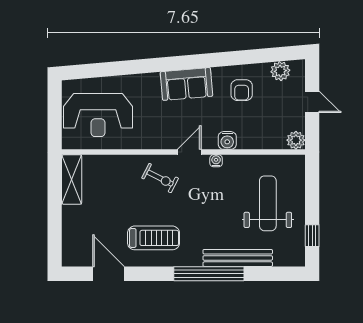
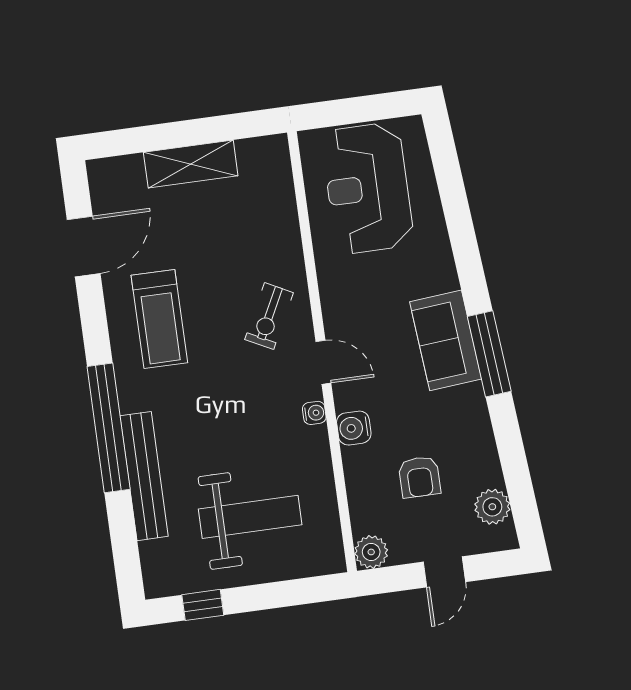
window: (197, 61) -> (489, 354), added
armchair: (242, 90) -> (419, 477), moved, turned -90
shelving: (72, 179) -> (191, 164), moved

